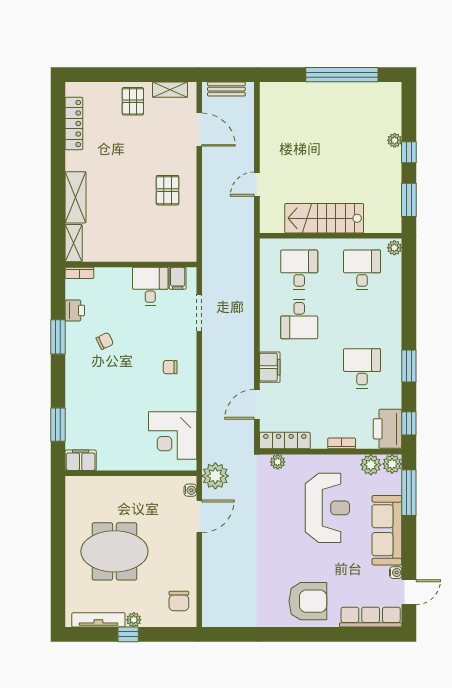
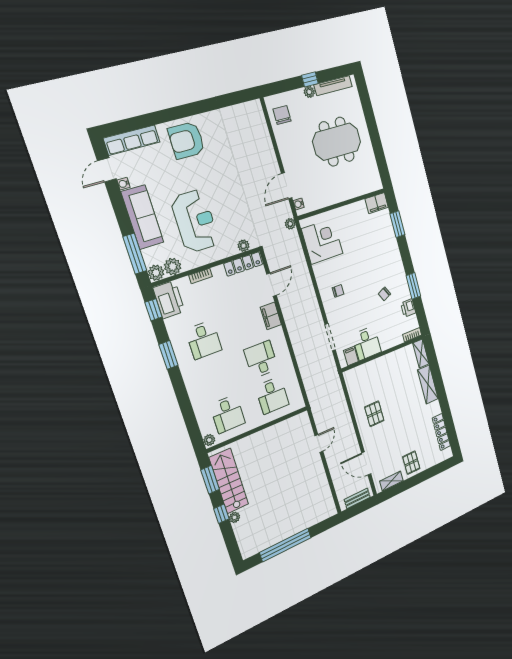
stairs: (324, 218) -> (229, 481), moved, turned -90
plant: (215, 476) -> (290, 224), width x0.53, depth x0.53
reception desk: (327, 508) -> (195, 221), turned 180

